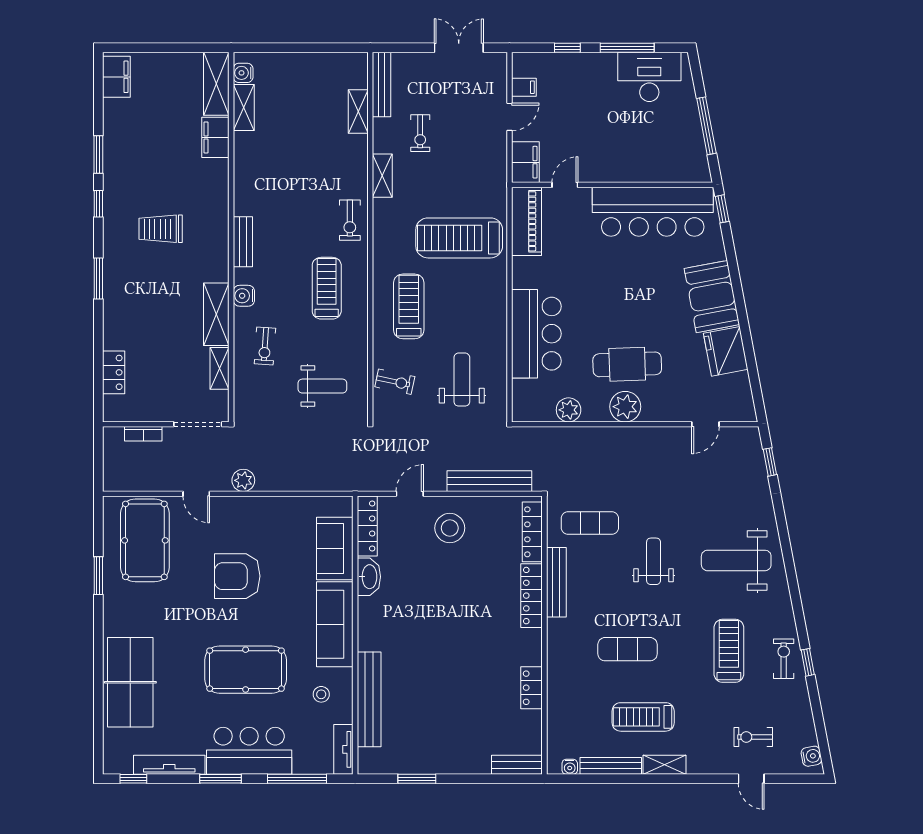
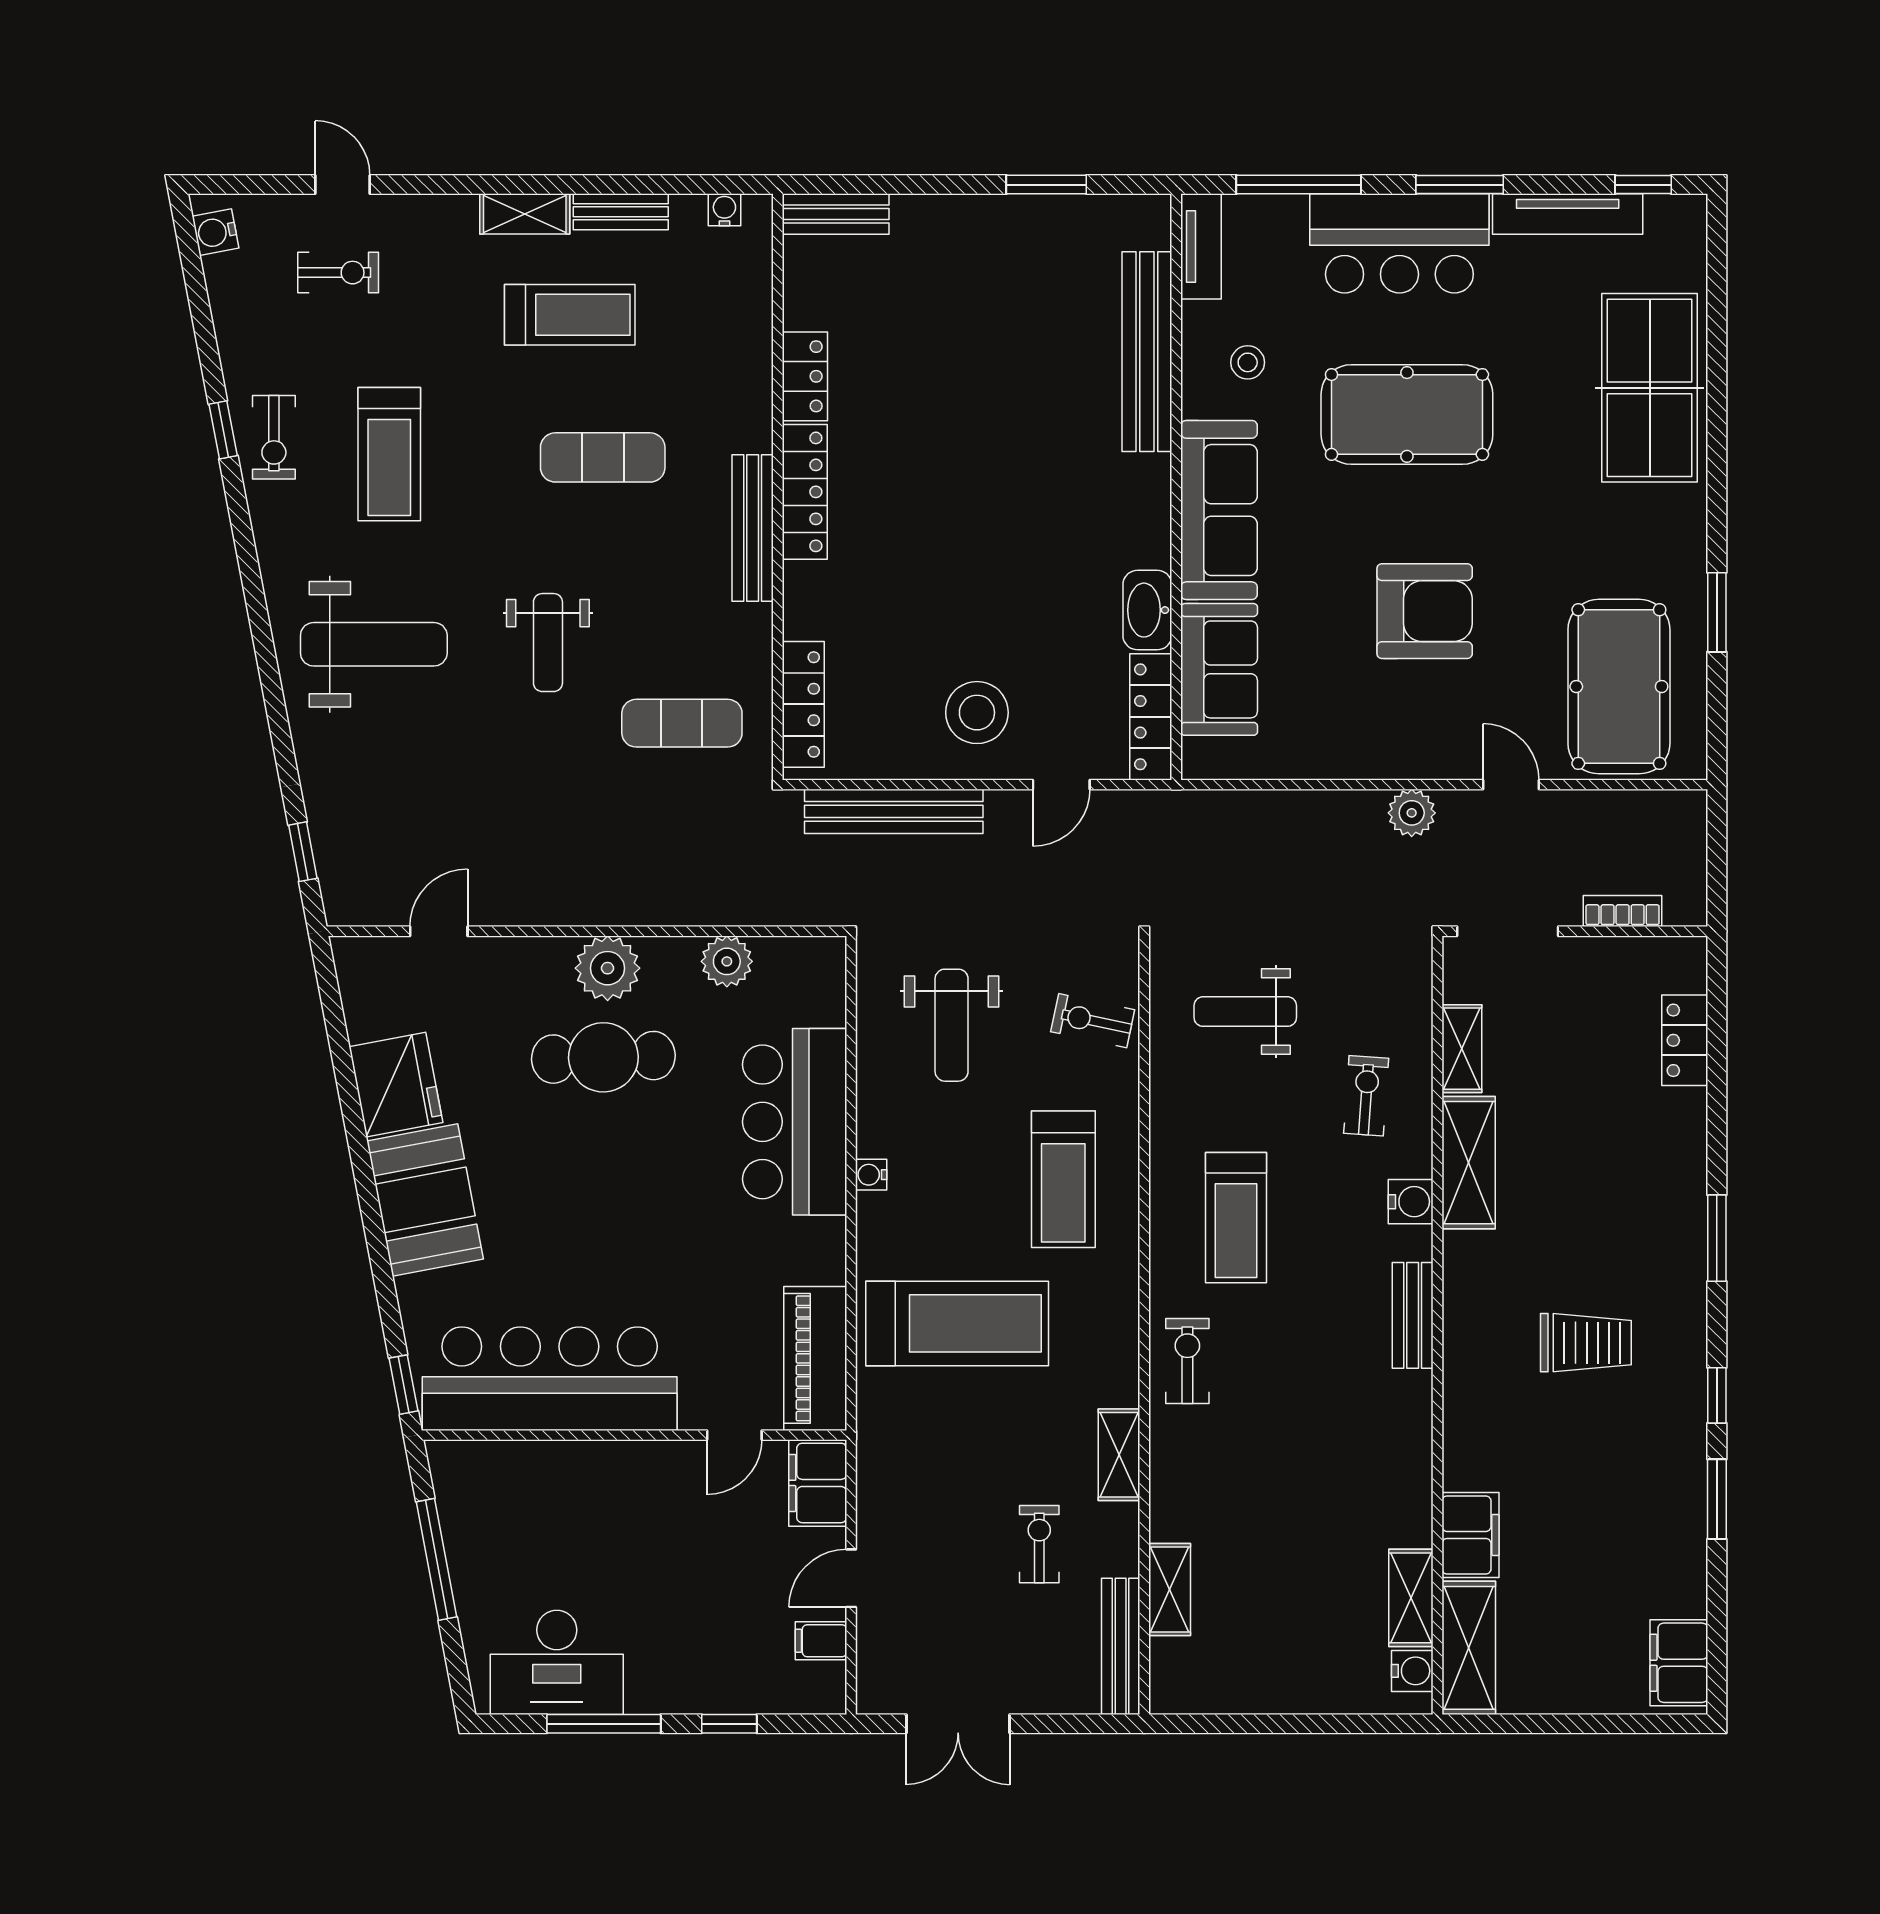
water cooler: (500, 309) -> (871, 1175), added
bench: (556, 582) -> (753, 528), moved
locker: (532, 596) -> (805, 492), moved
bench: (611, 766) -> (621, 212), width x0.73

